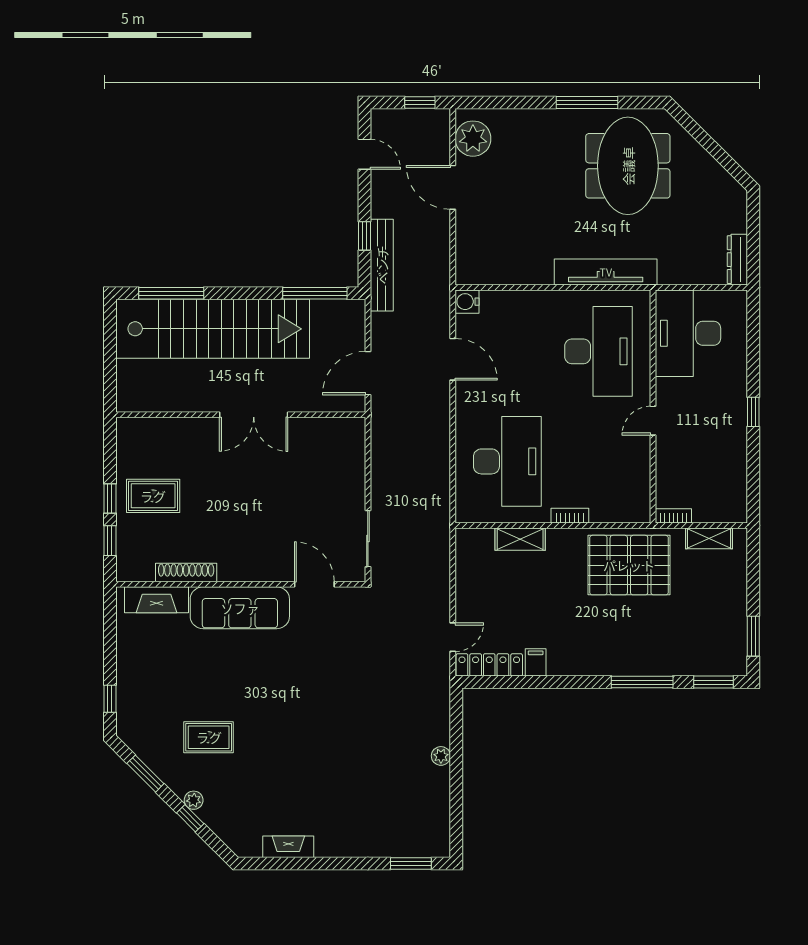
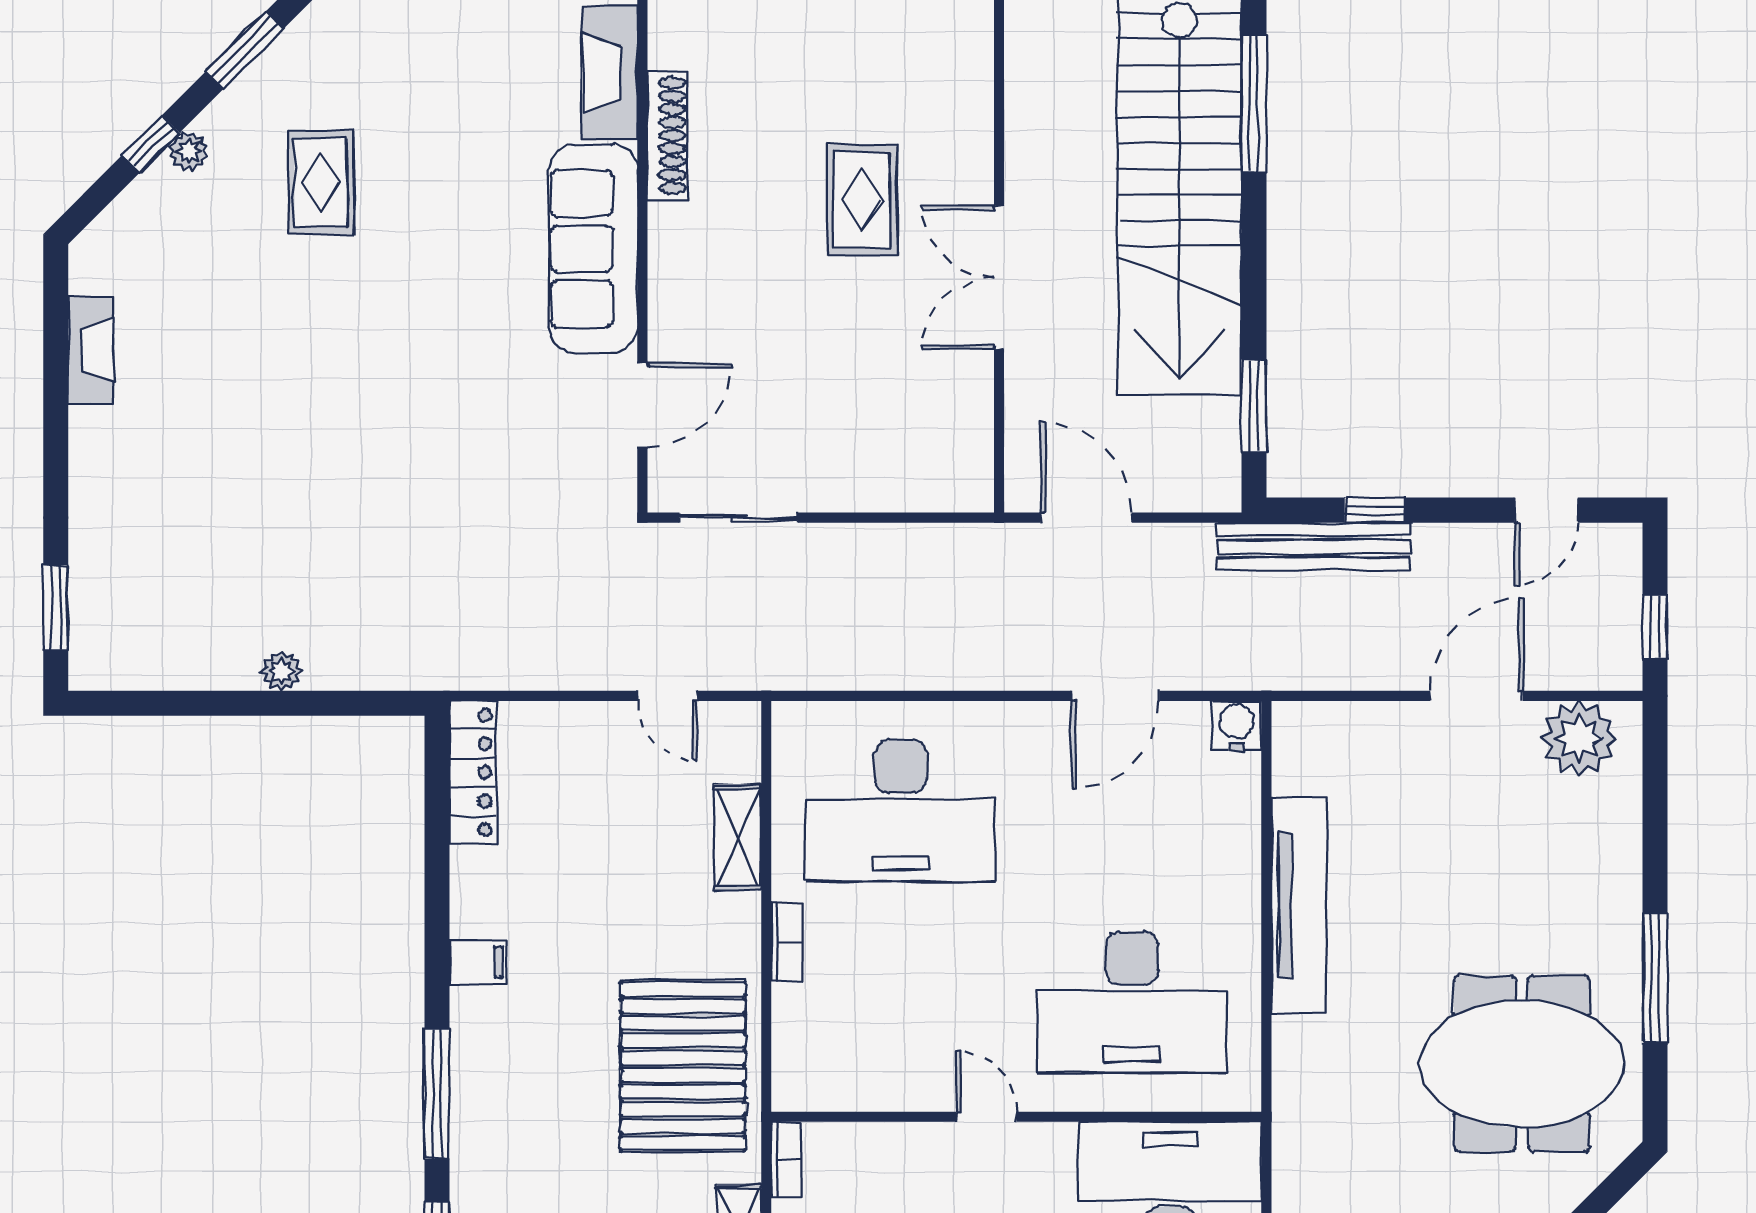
tv unit: (606, 272) -> (1299, 905), moved
window: (315, 293) -> (1254, 406), width x0.69
rug: (153, 496) -> (862, 200), moved
door: (453, 637) -> (667, 696), moved
filing cabinet: (536, 662) -> (478, 962), moved

